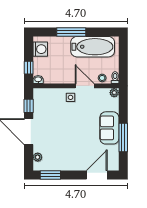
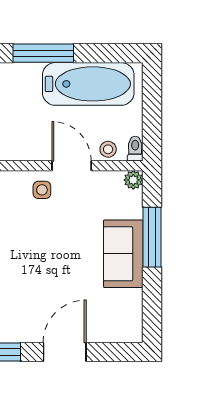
window: (123, 138) -> (152, 237), moved
door: (97, 175) -> (65, 352), moved

